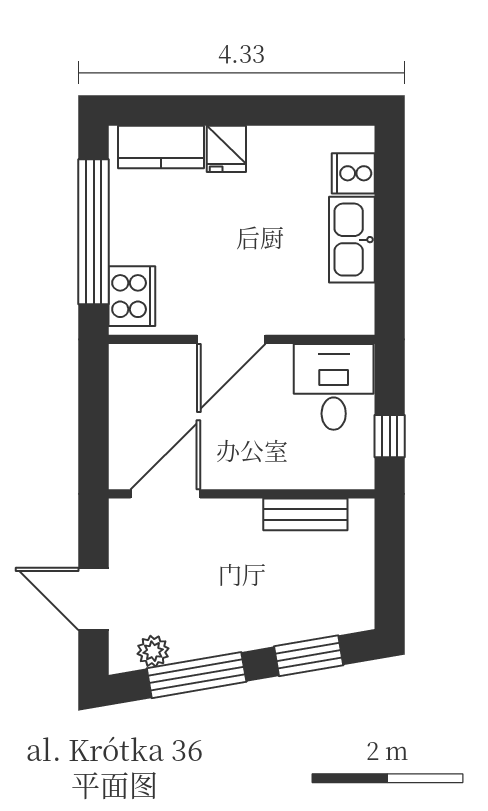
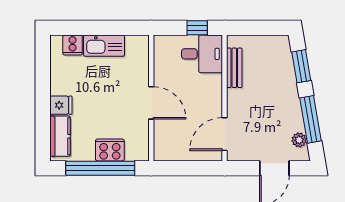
cooker: (132, 296) -> (110, 150), moved
desk: (334, 387) -> (202, 54), moved, turned 180
door: (165, 494) -> (225, 134), hinge flipped

